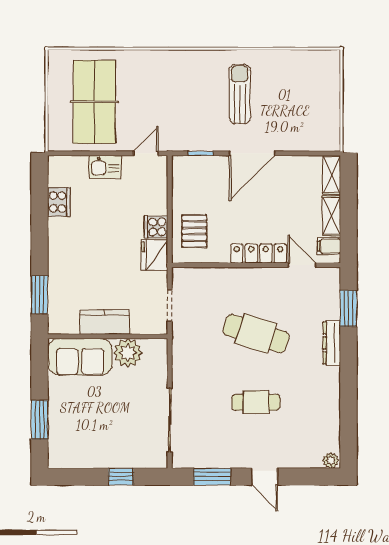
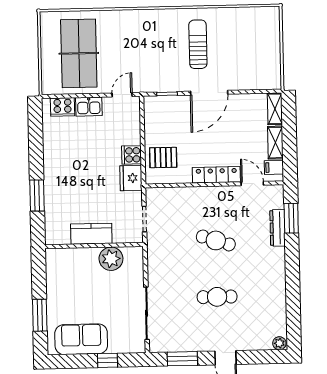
cooker: (59, 202) -> (63, 107), moved, turned 90
pallet: (194, 231) -> (163, 158), turned 90
window: (40, 295) -> (37, 196), moved
cafe table: (256, 334) -> (216, 240), width x0.73, depth x0.74
dresser: (332, 343) -> (278, 228), moved
sofa: (80, 357) -> (81, 339), moved, turned 180

